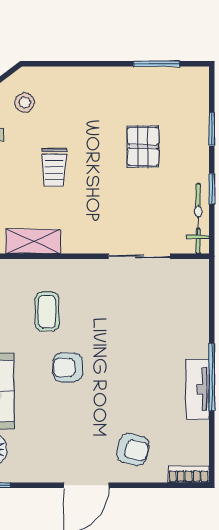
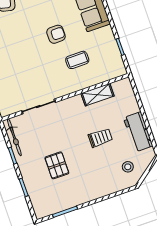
trolley: (54, 167) -> (100, 138), turned 90
coffee table: (47, 312) -> (77, 60), turned 90

